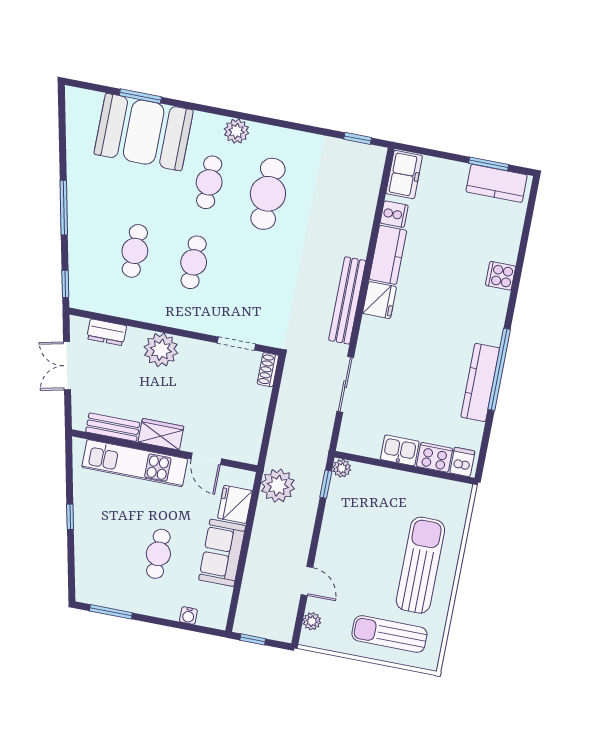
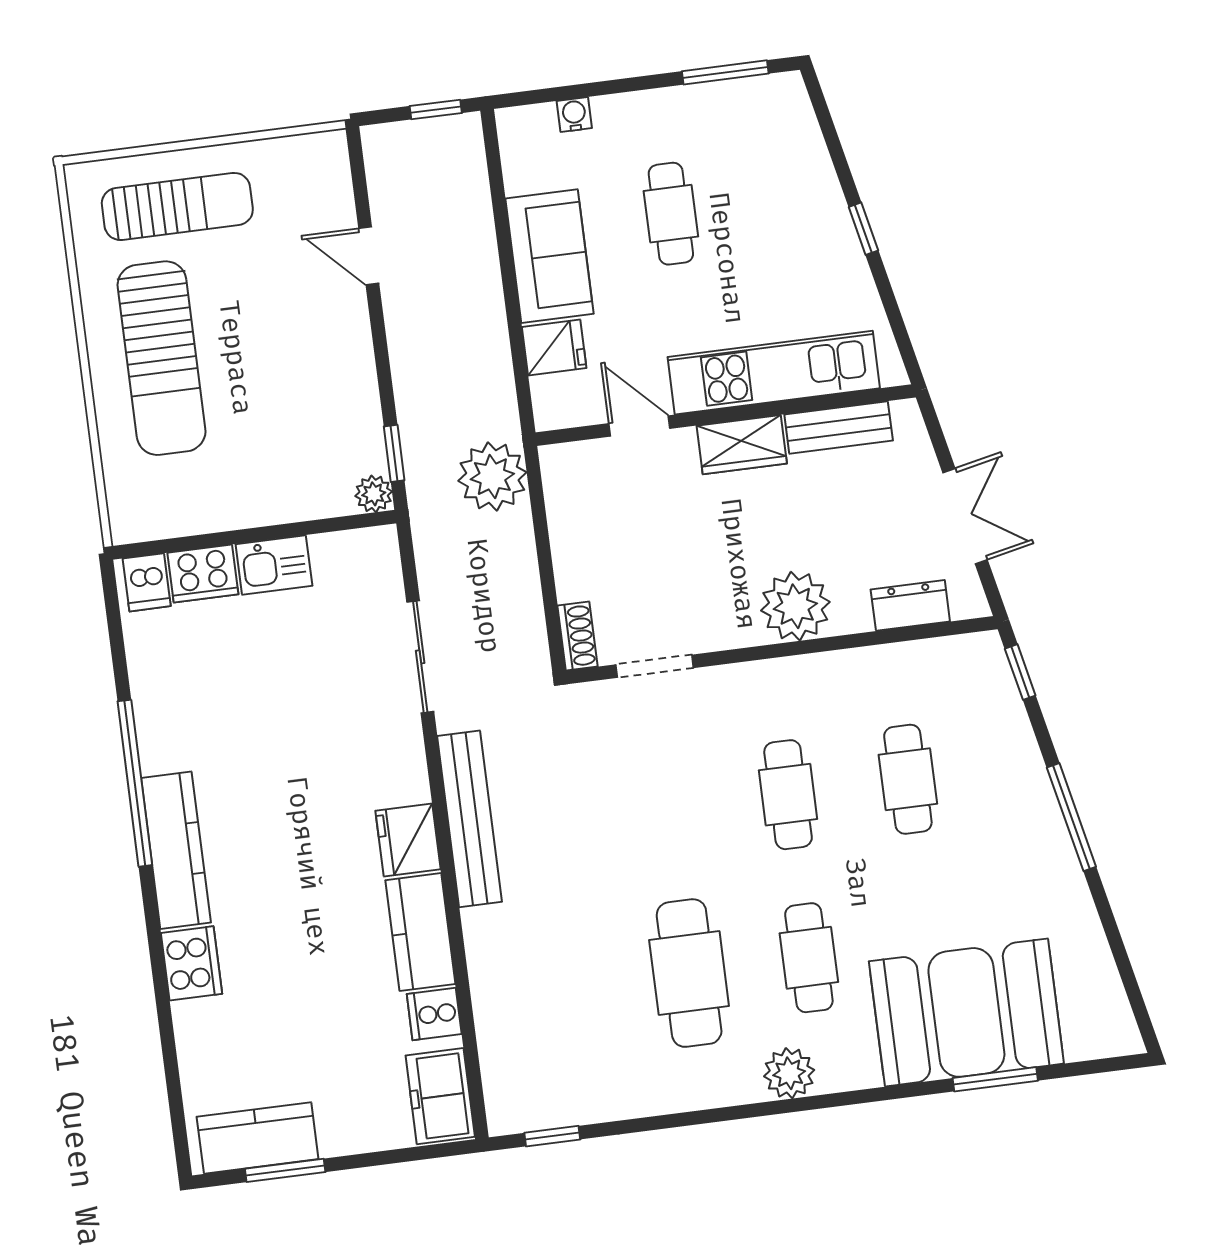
cooker: (500, 276) -> (192, 963), width x1.36
kitchen counter: (480, 382) -> (176, 850), moved
plant: (278, 486) -> (492, 477), moved
fridge: (235, 504) -> (554, 348), width x0.72
plant: (312, 621) -> (334, 182), removed

